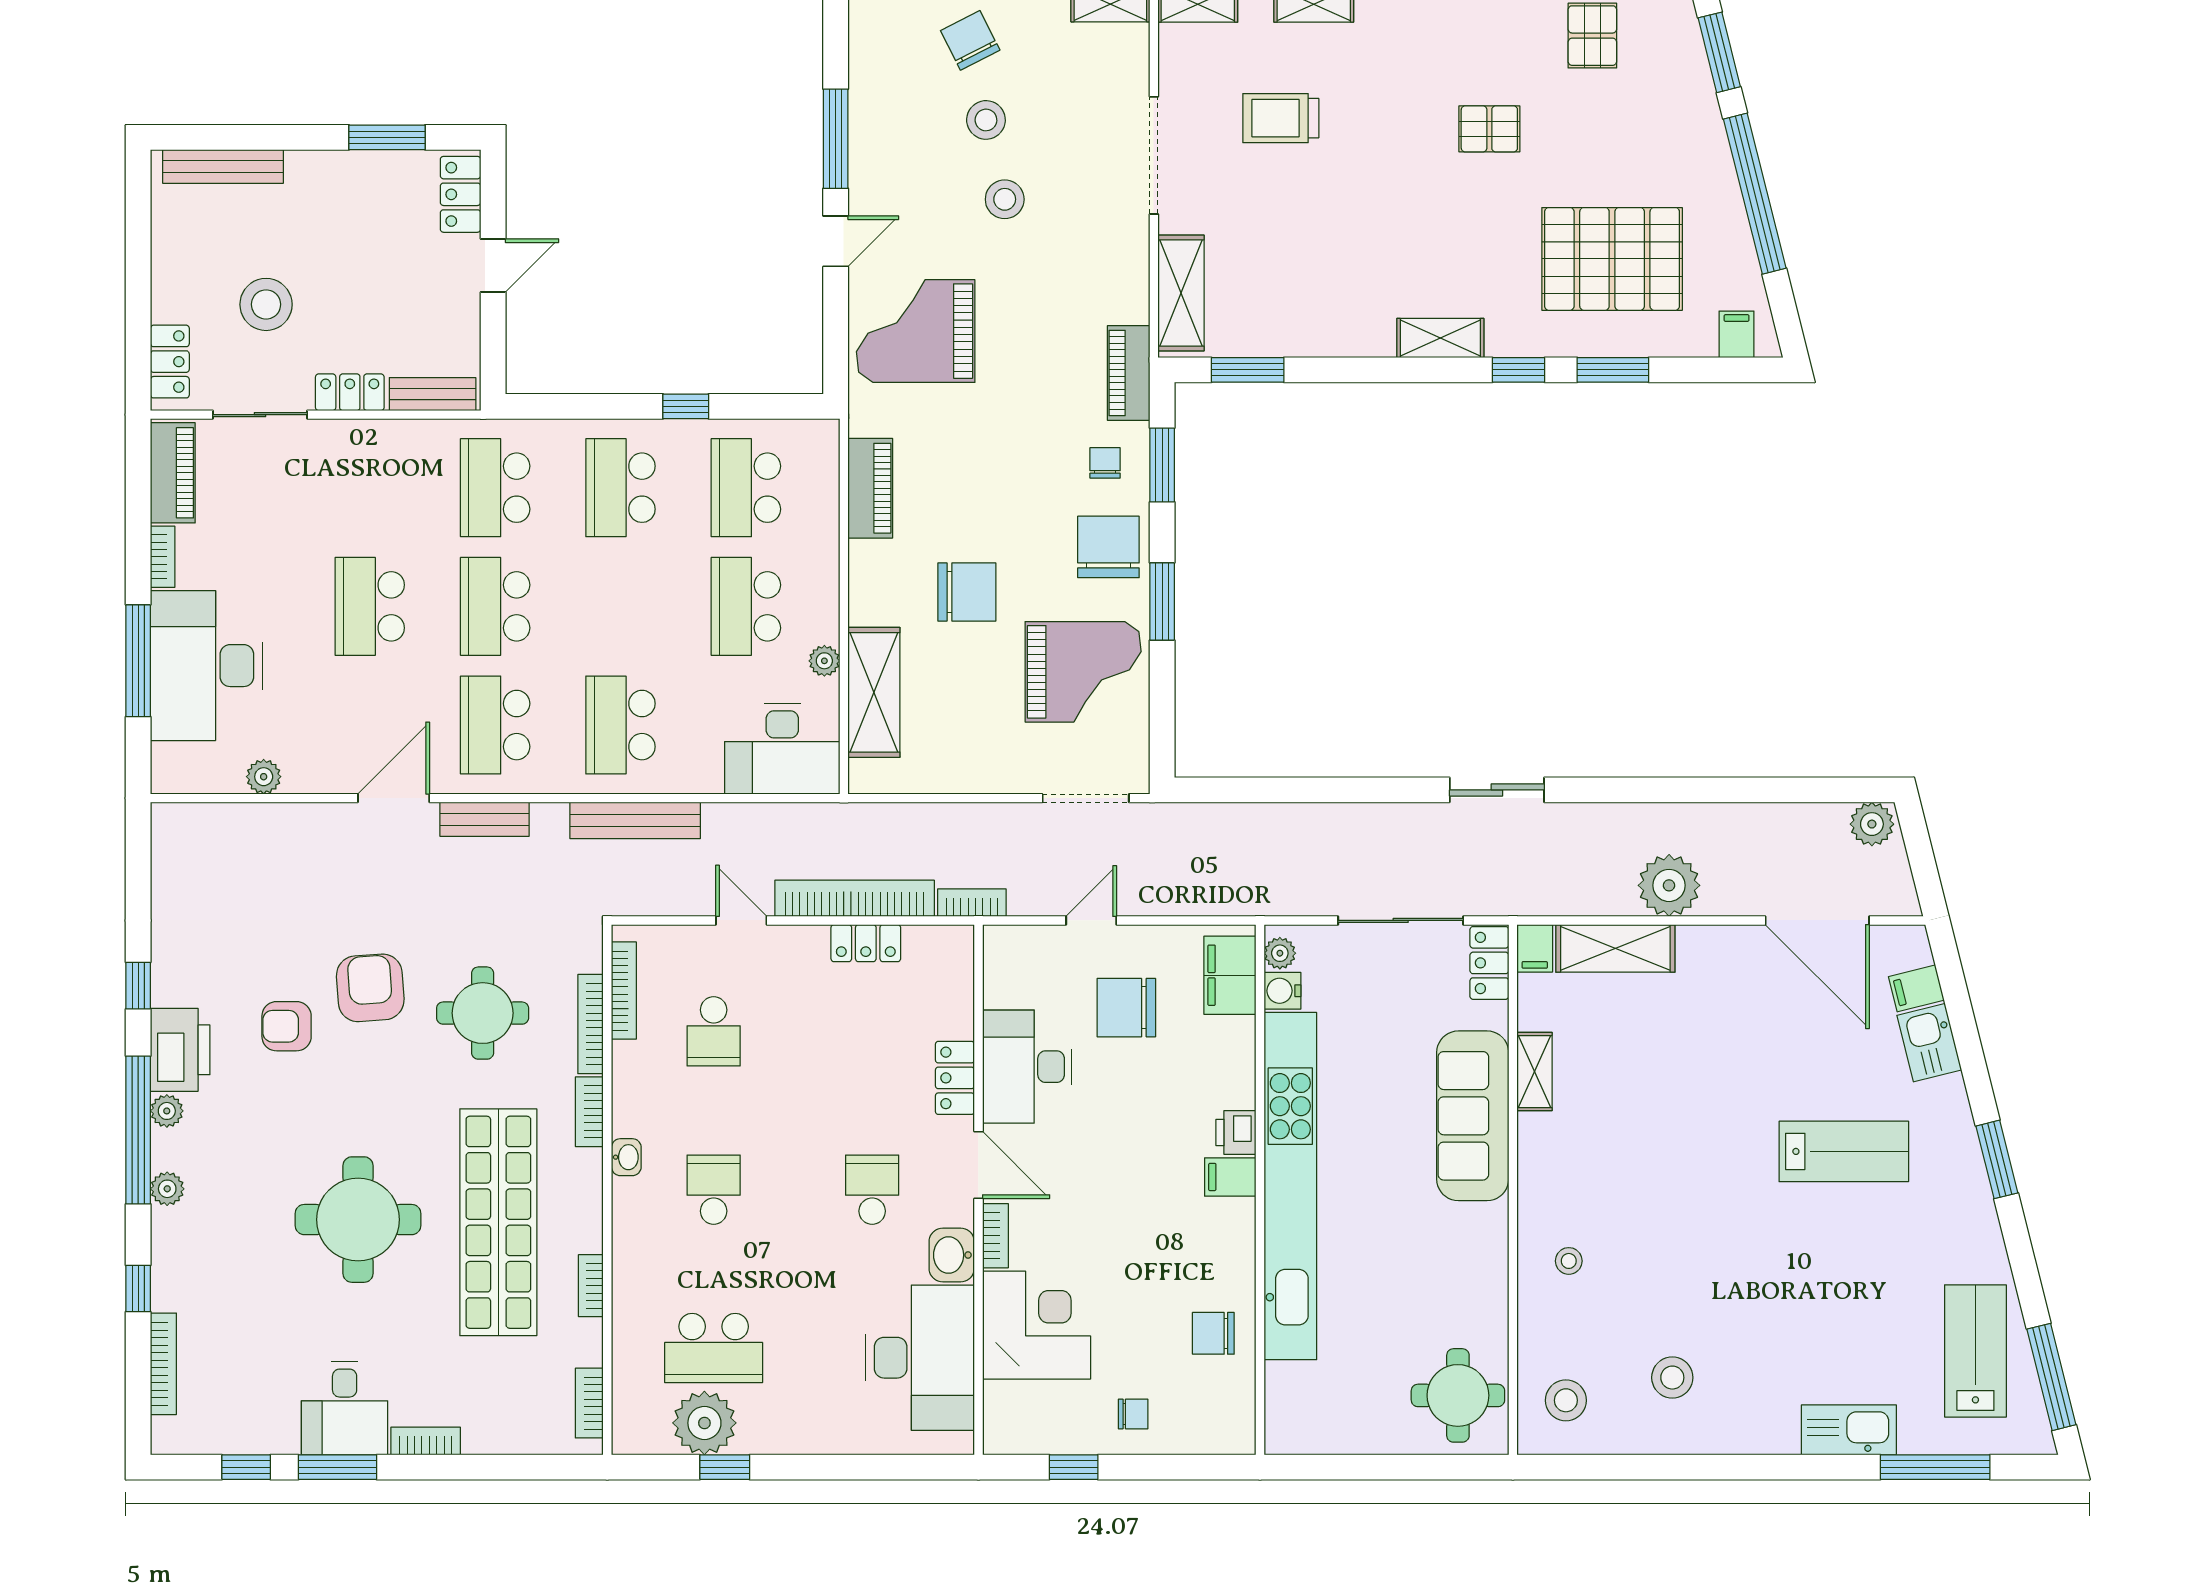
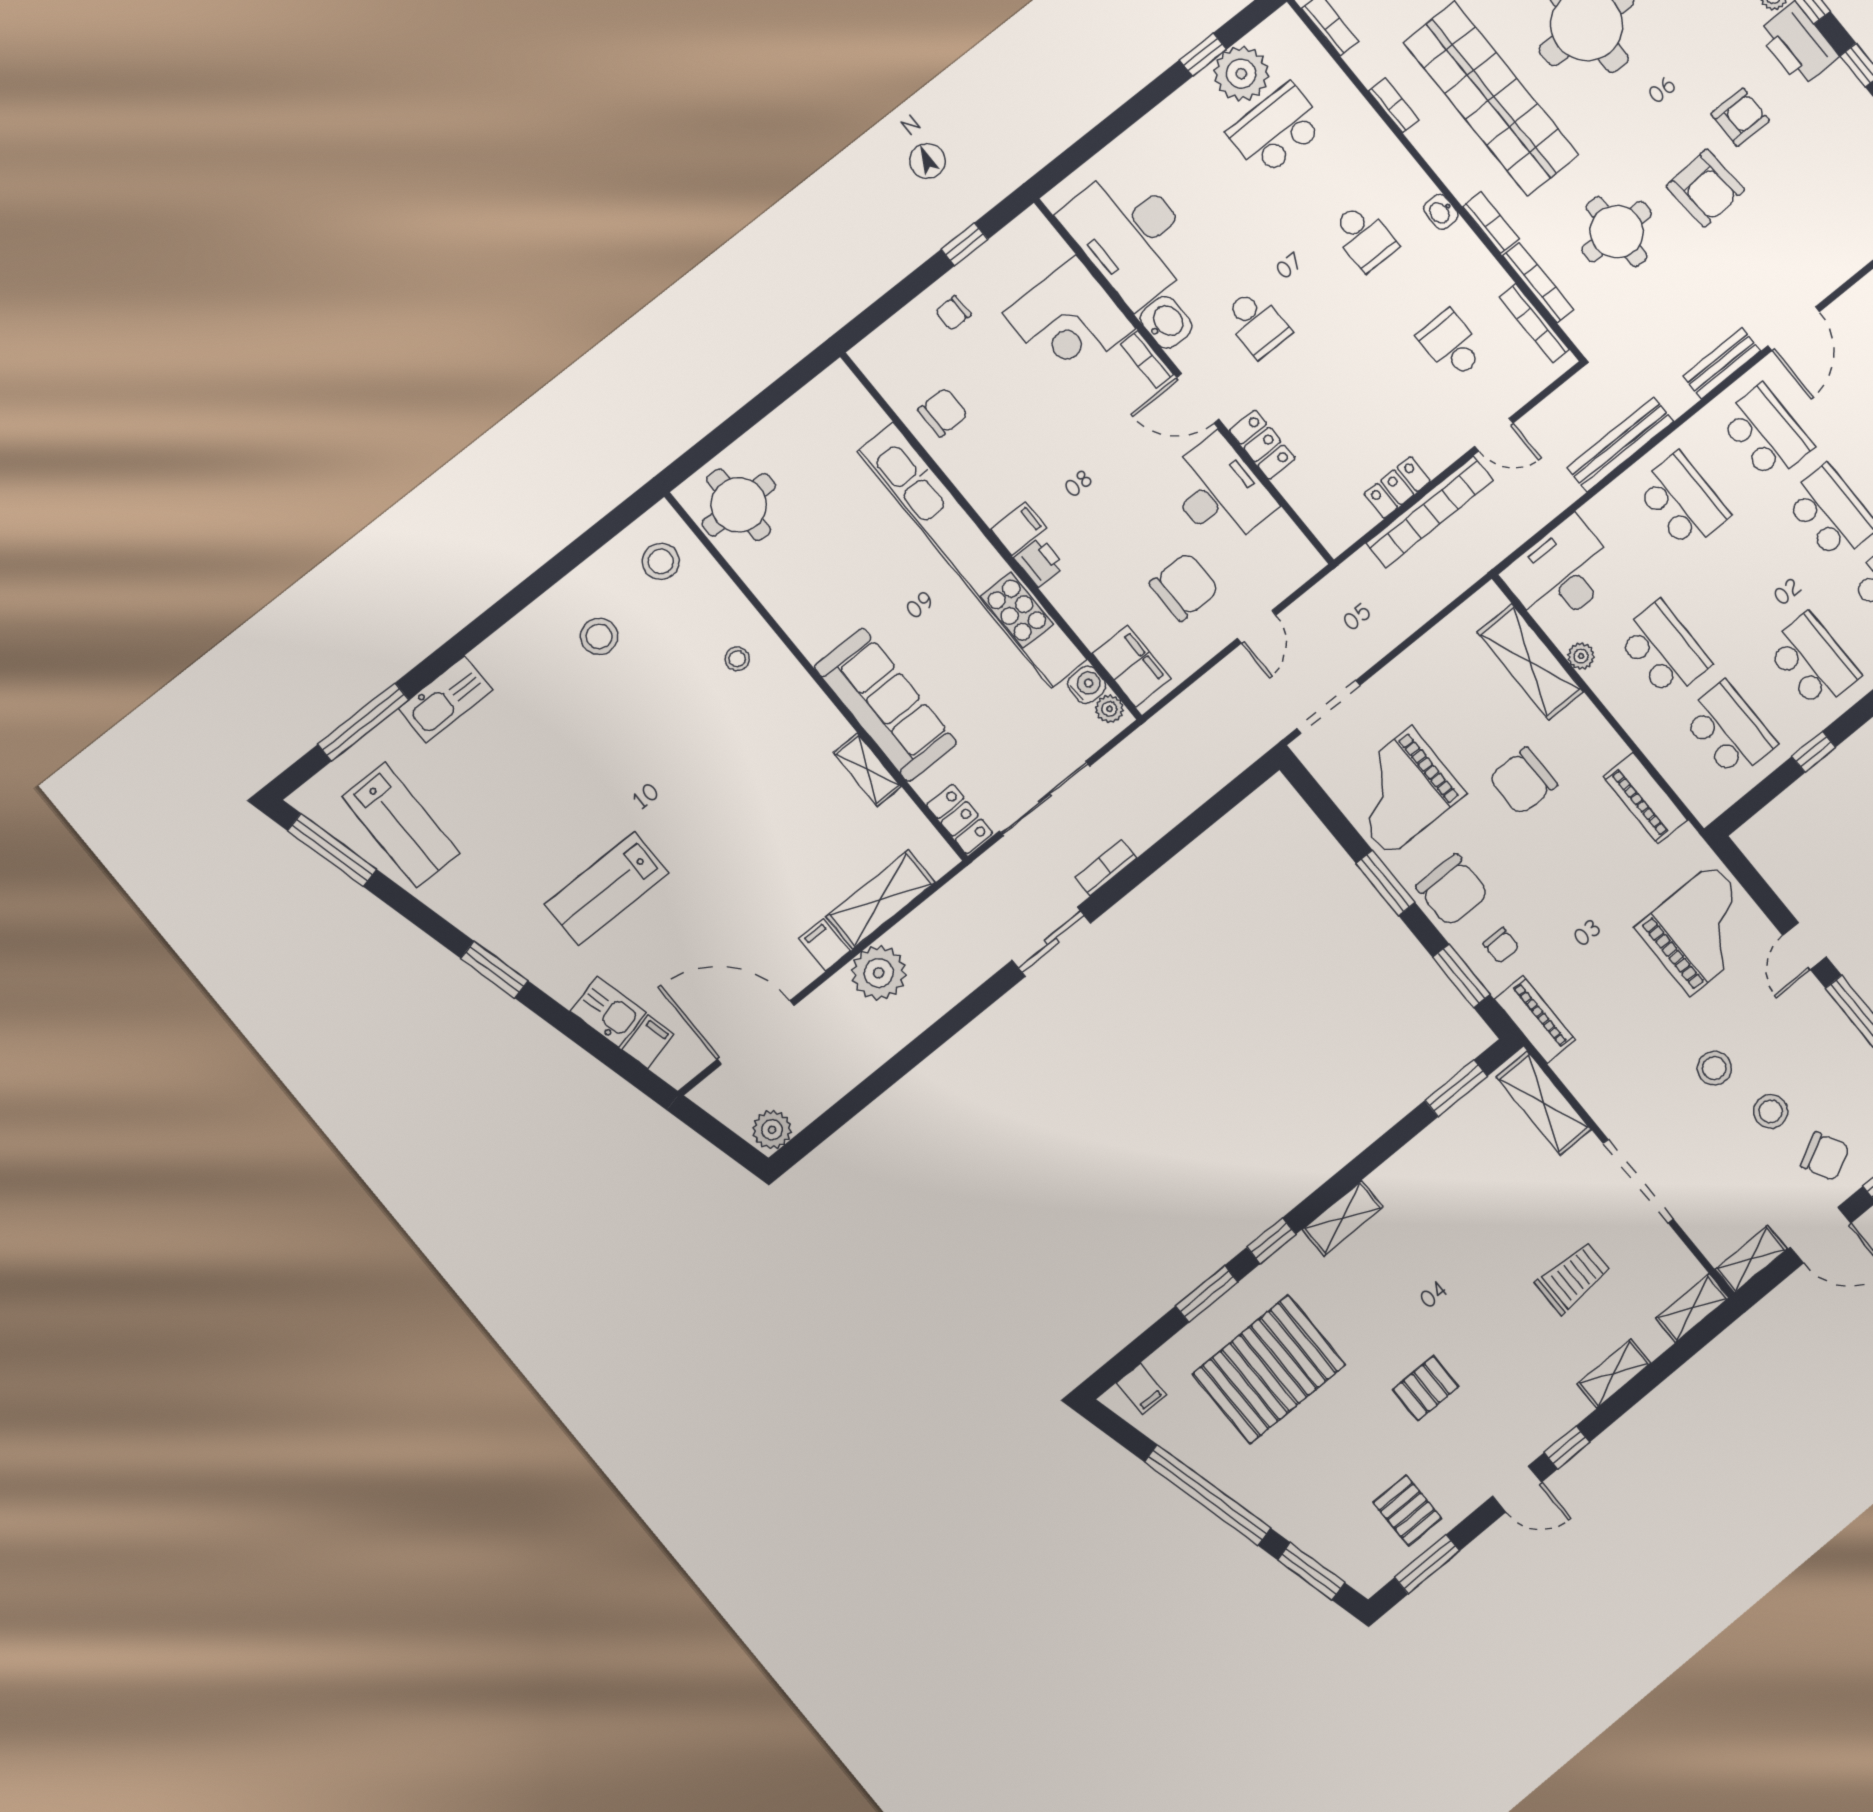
bookcase: (972, 903) -> (1106, 868), moved, turned 180
filing cabinet: (1535, 948) -> (825, 945), moved

